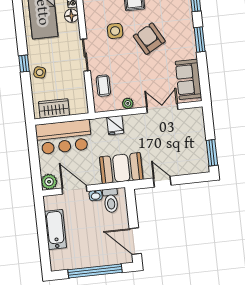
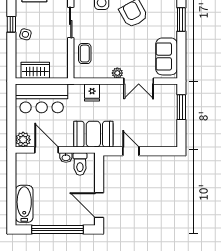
plant: (128, 103) -> (117, 73), moved
double door: (162, 108) -> (139, 81), swing flipped
window: (212, 153) -> (181, 107), moved
bathtub: (55, 229) -> (24, 204), moved

